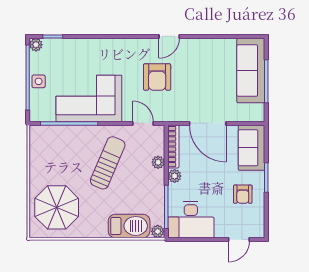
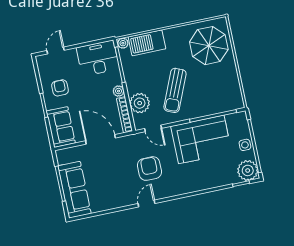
plant: (36, 45) -> (248, 170), width x1.87, depth x1.87
plant: (158, 162) -> (140, 103), width x1.87, depth x1.87

